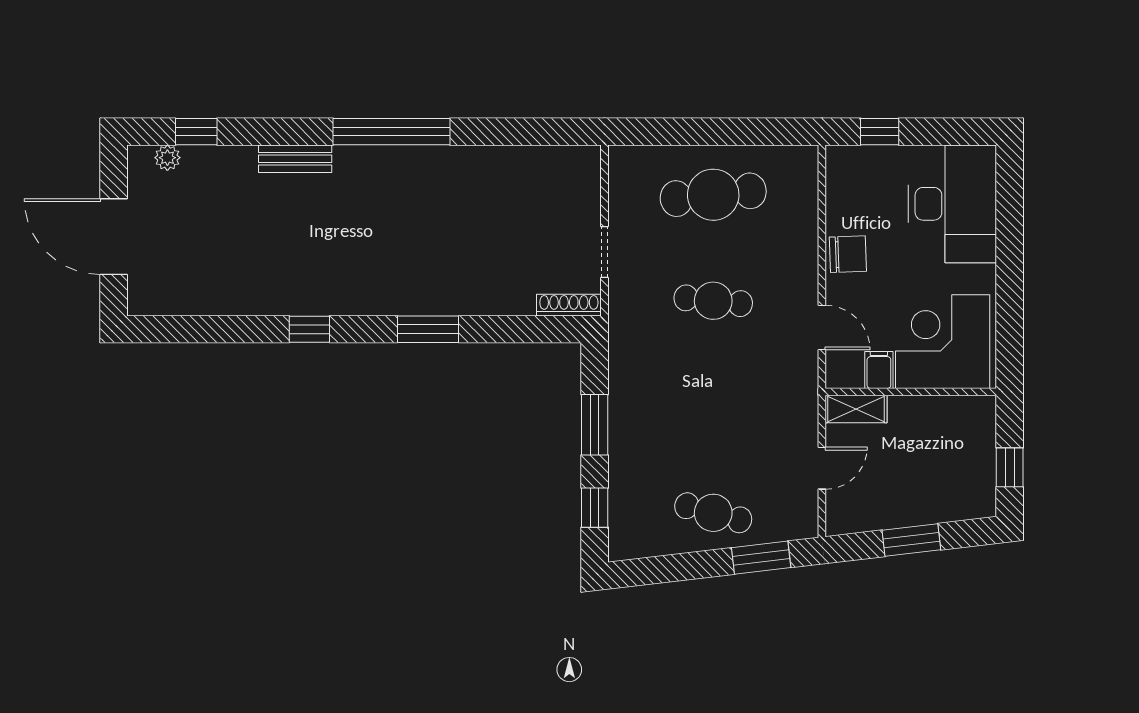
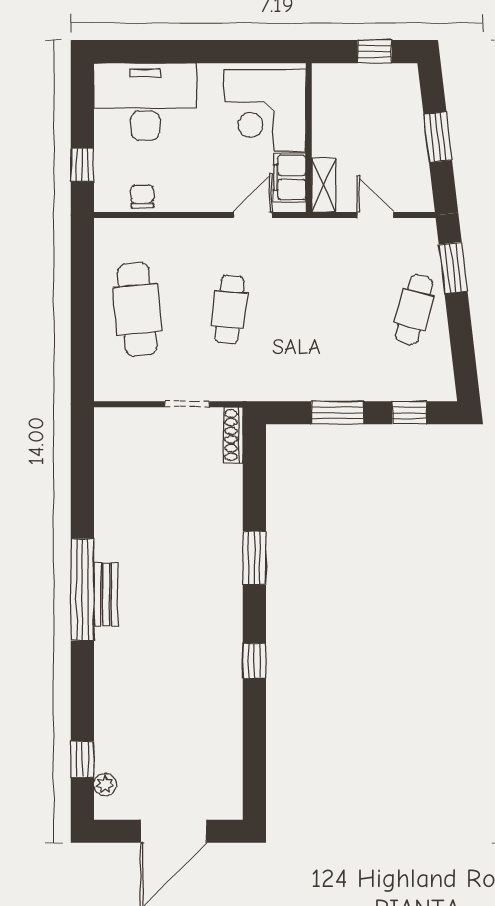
bench: (295, 159) -> (106, 594), moved
chair: (848, 254) -> (142, 196), moved, width x0.73, depth x0.73
filing cabinet: (879, 370) -> (290, 177), width x2.00

